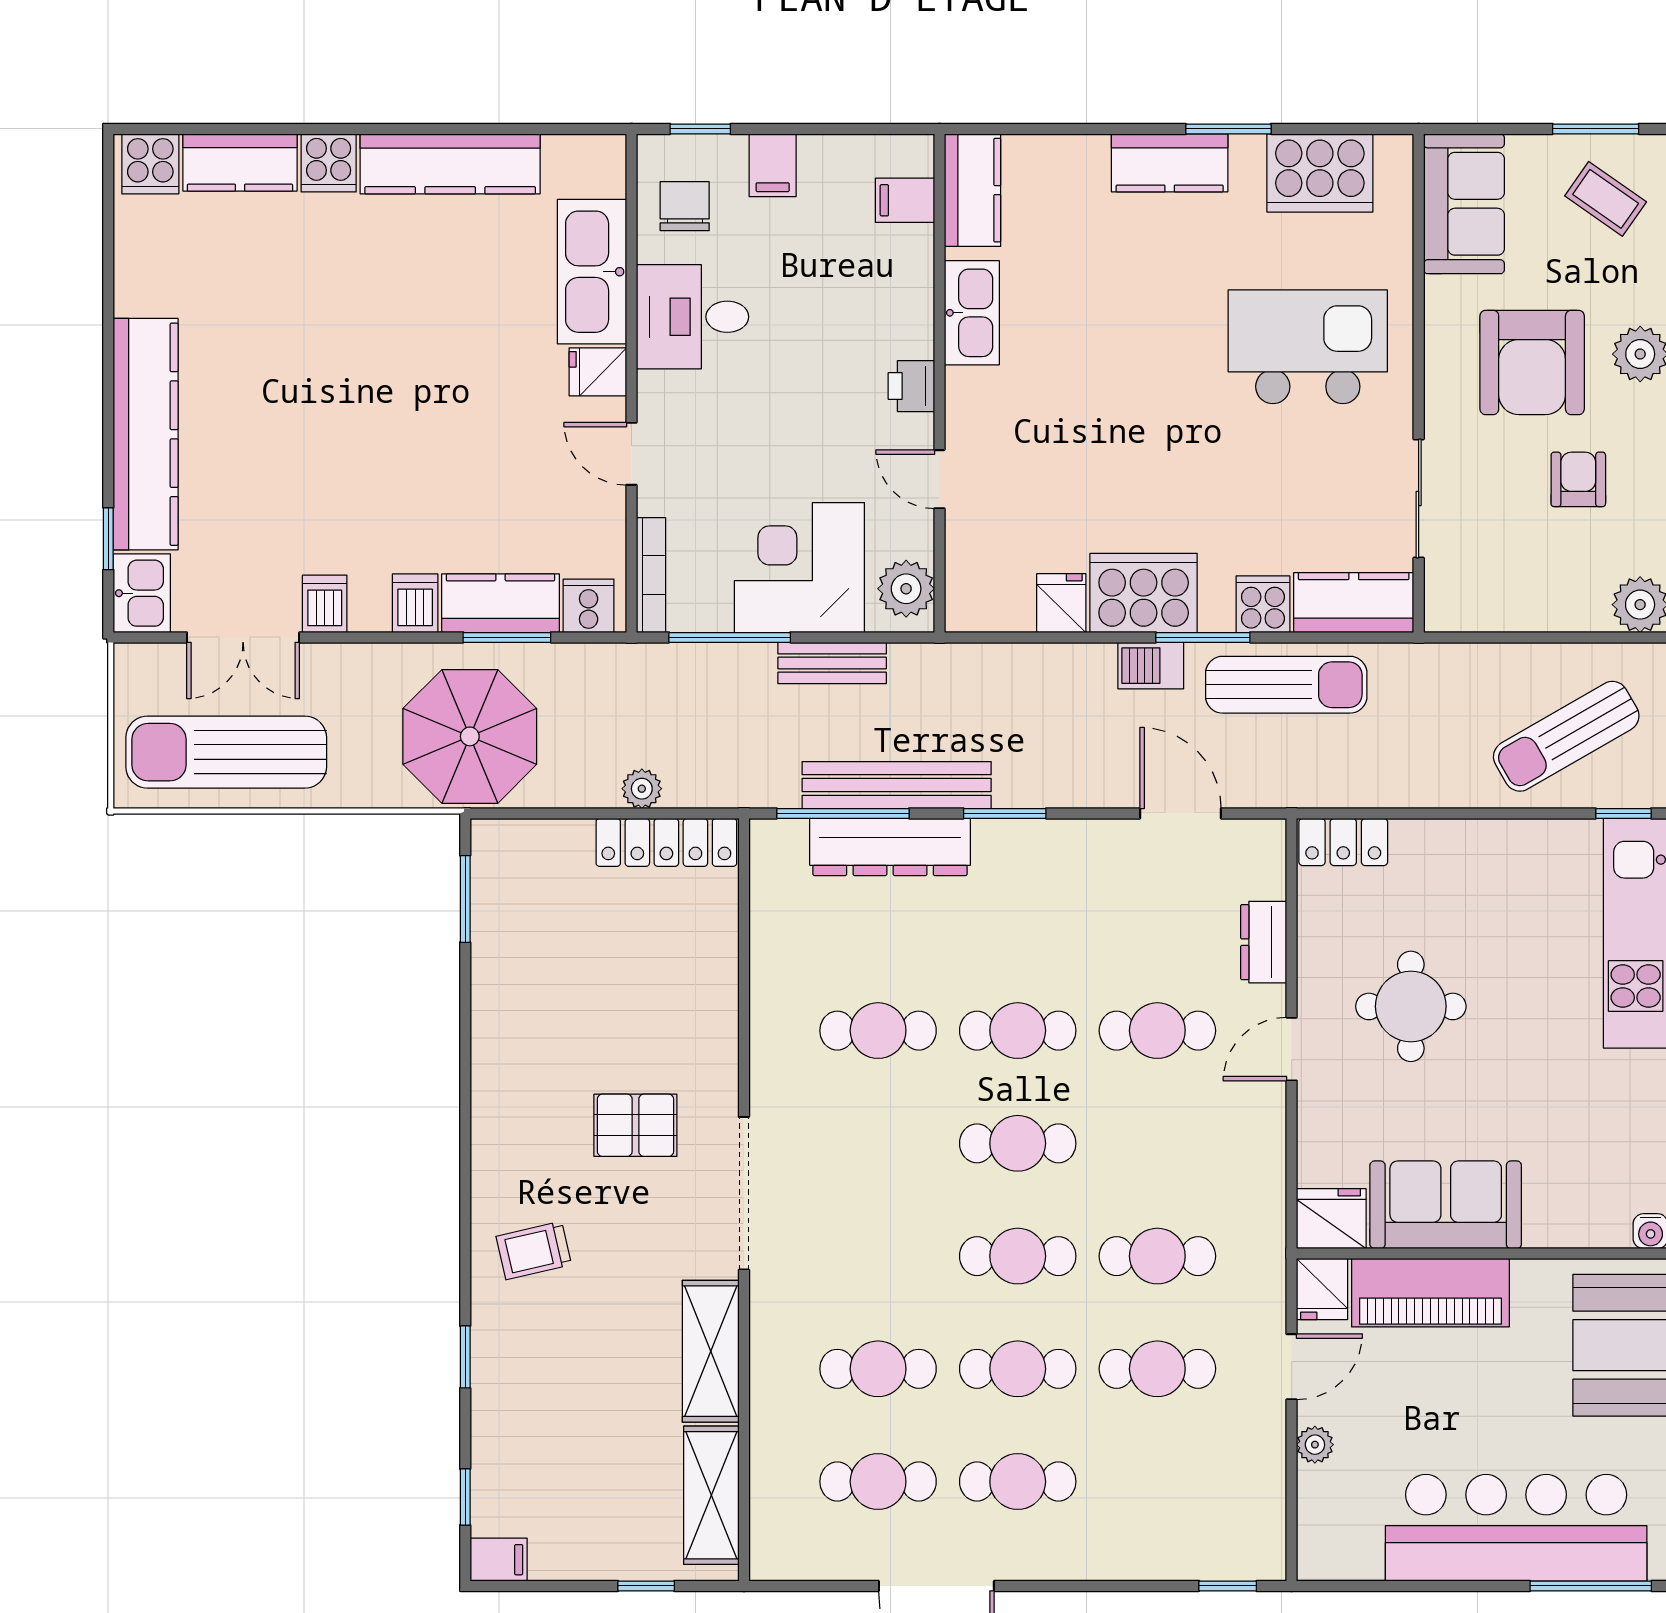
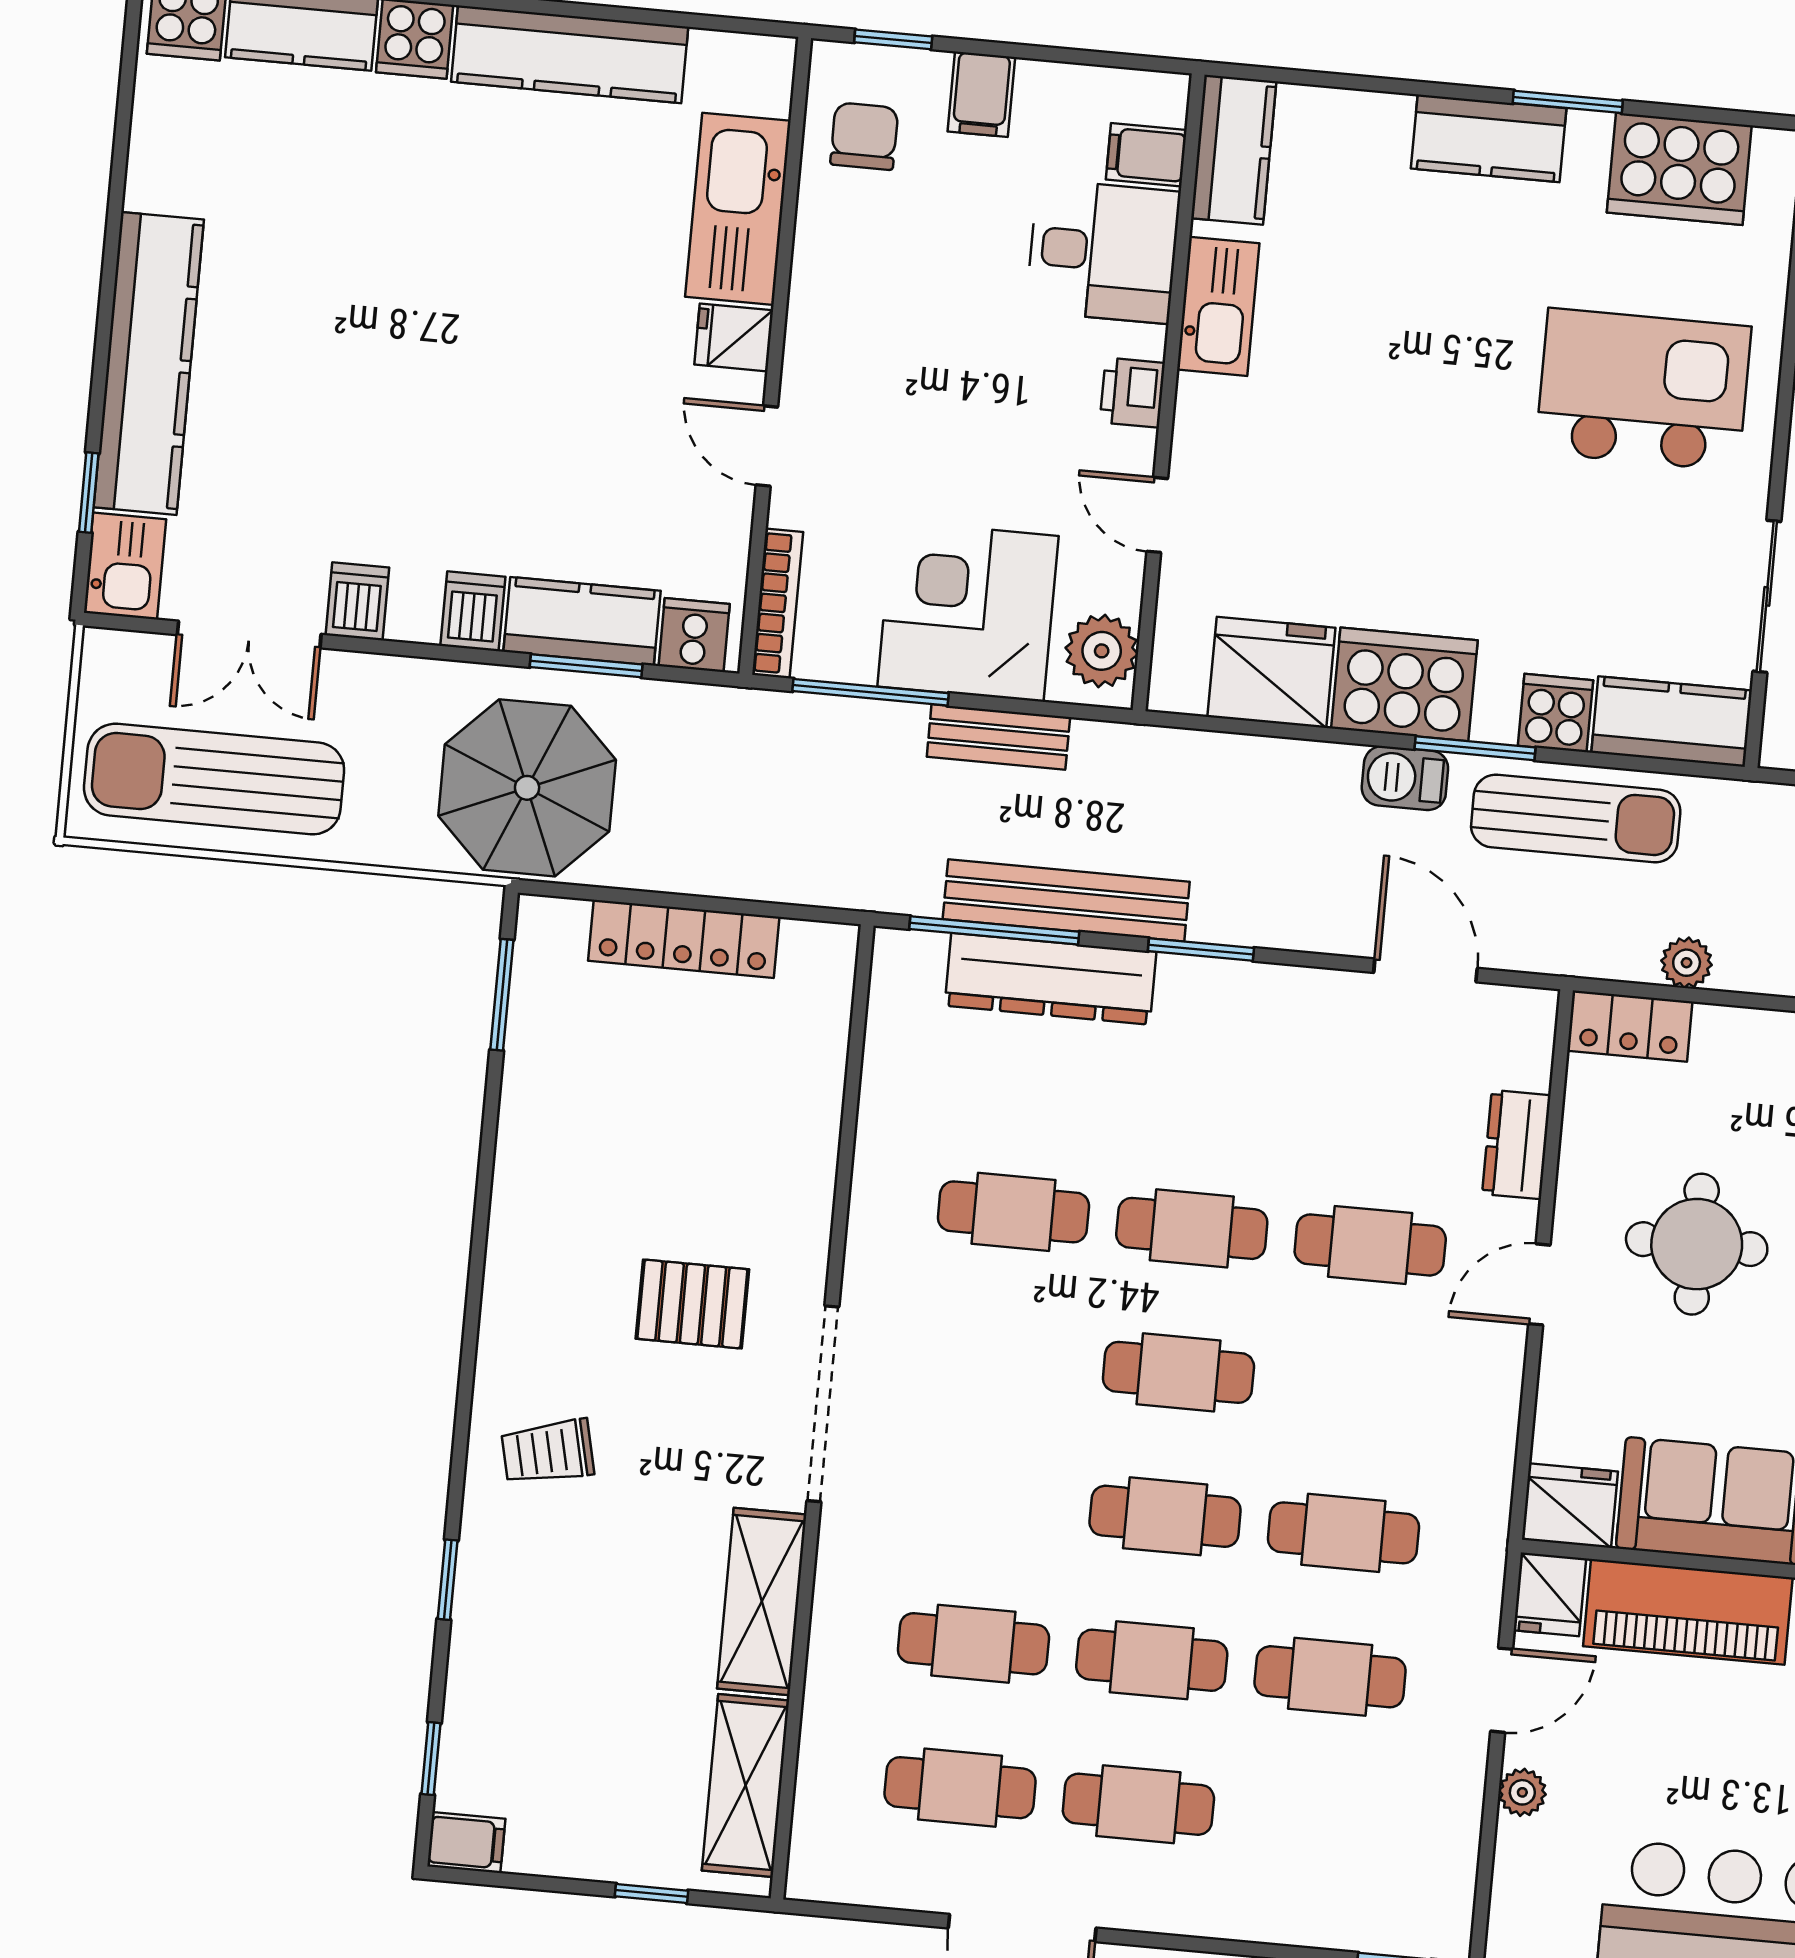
desk: (692, 317) -> (1103, 251), moved, turned 180
fridge: (1061, 603) -> (1271, 672), width x1.88, depth x1.34
plant: (642, 789) -> (1687, 963), moved
locker: (666, 842) -> (684, 939), moved

